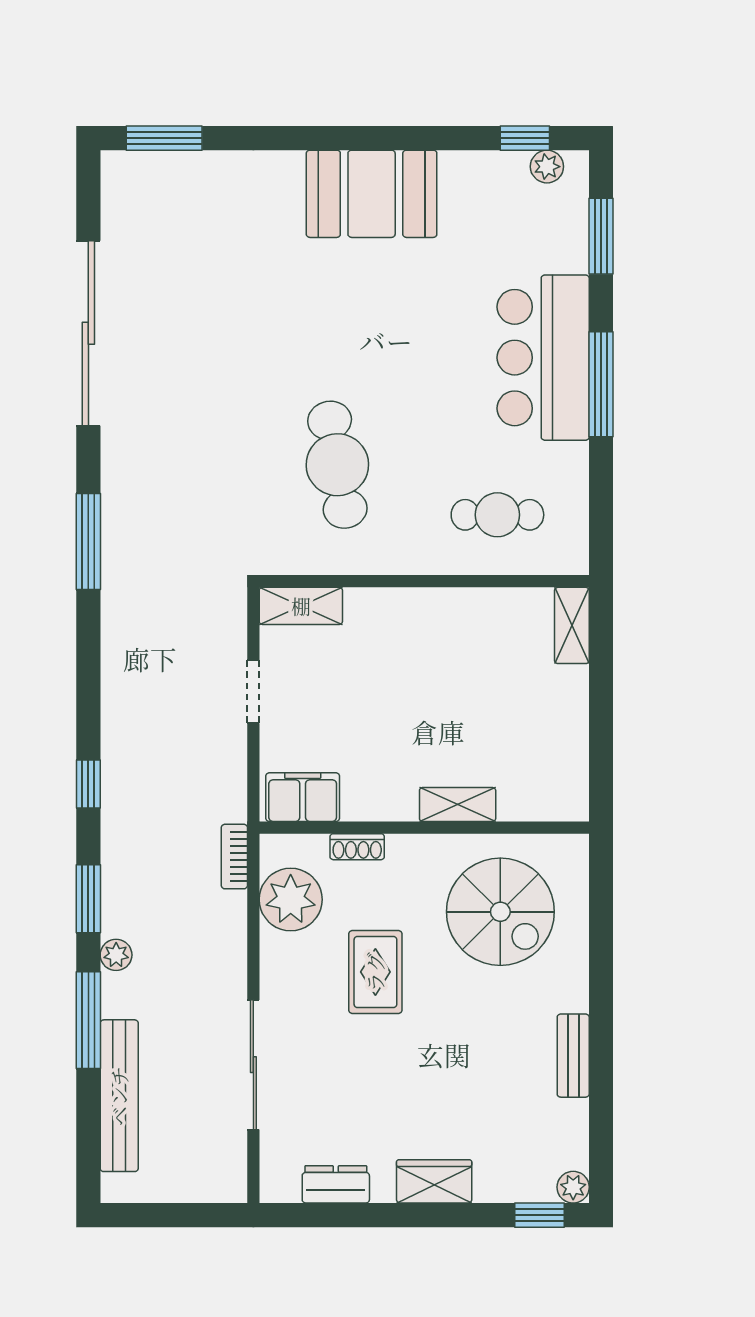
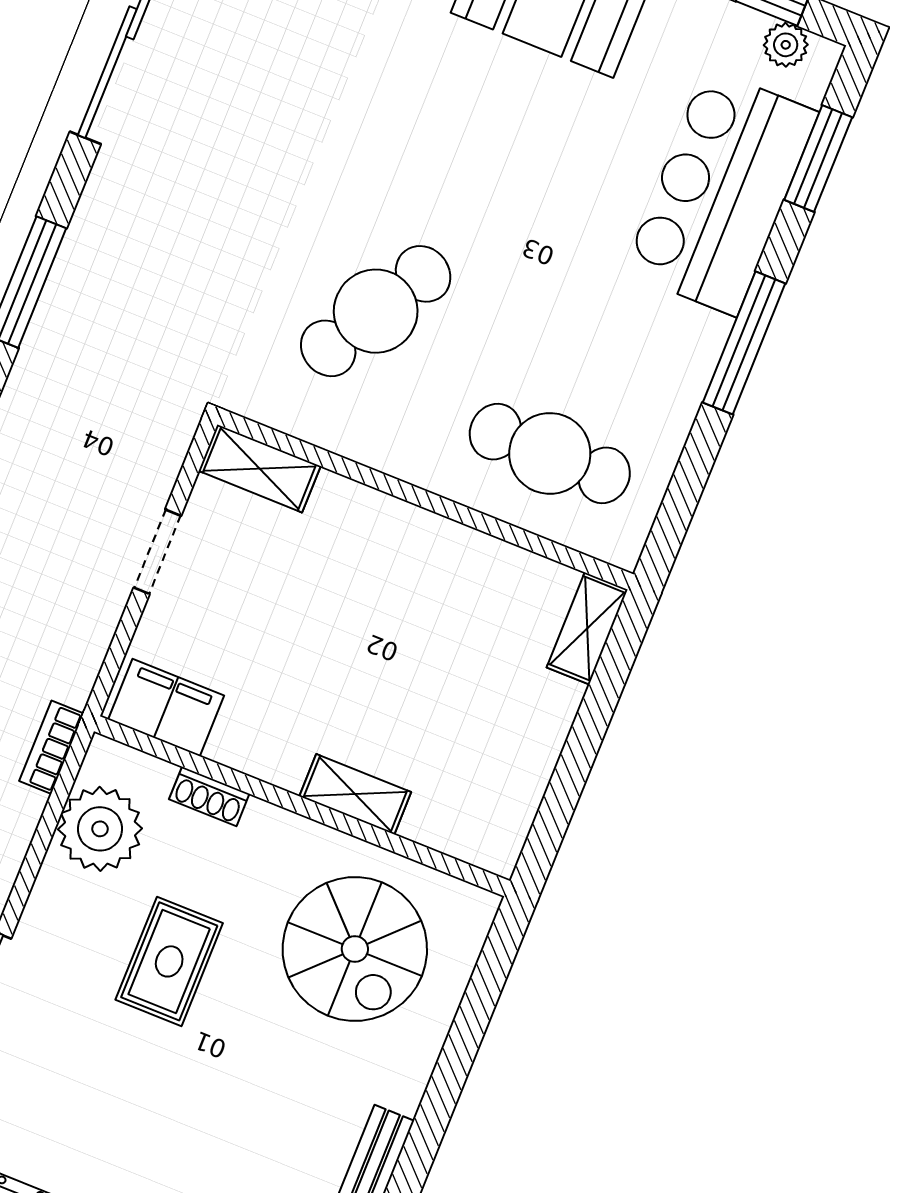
bar counter: (543, 358) -> (721, 192), moved
cafe table: (337, 465) -> (376, 311), turned 40
cafe table: (497, 515) -> (550, 453), width x1.37, depth x1.35

